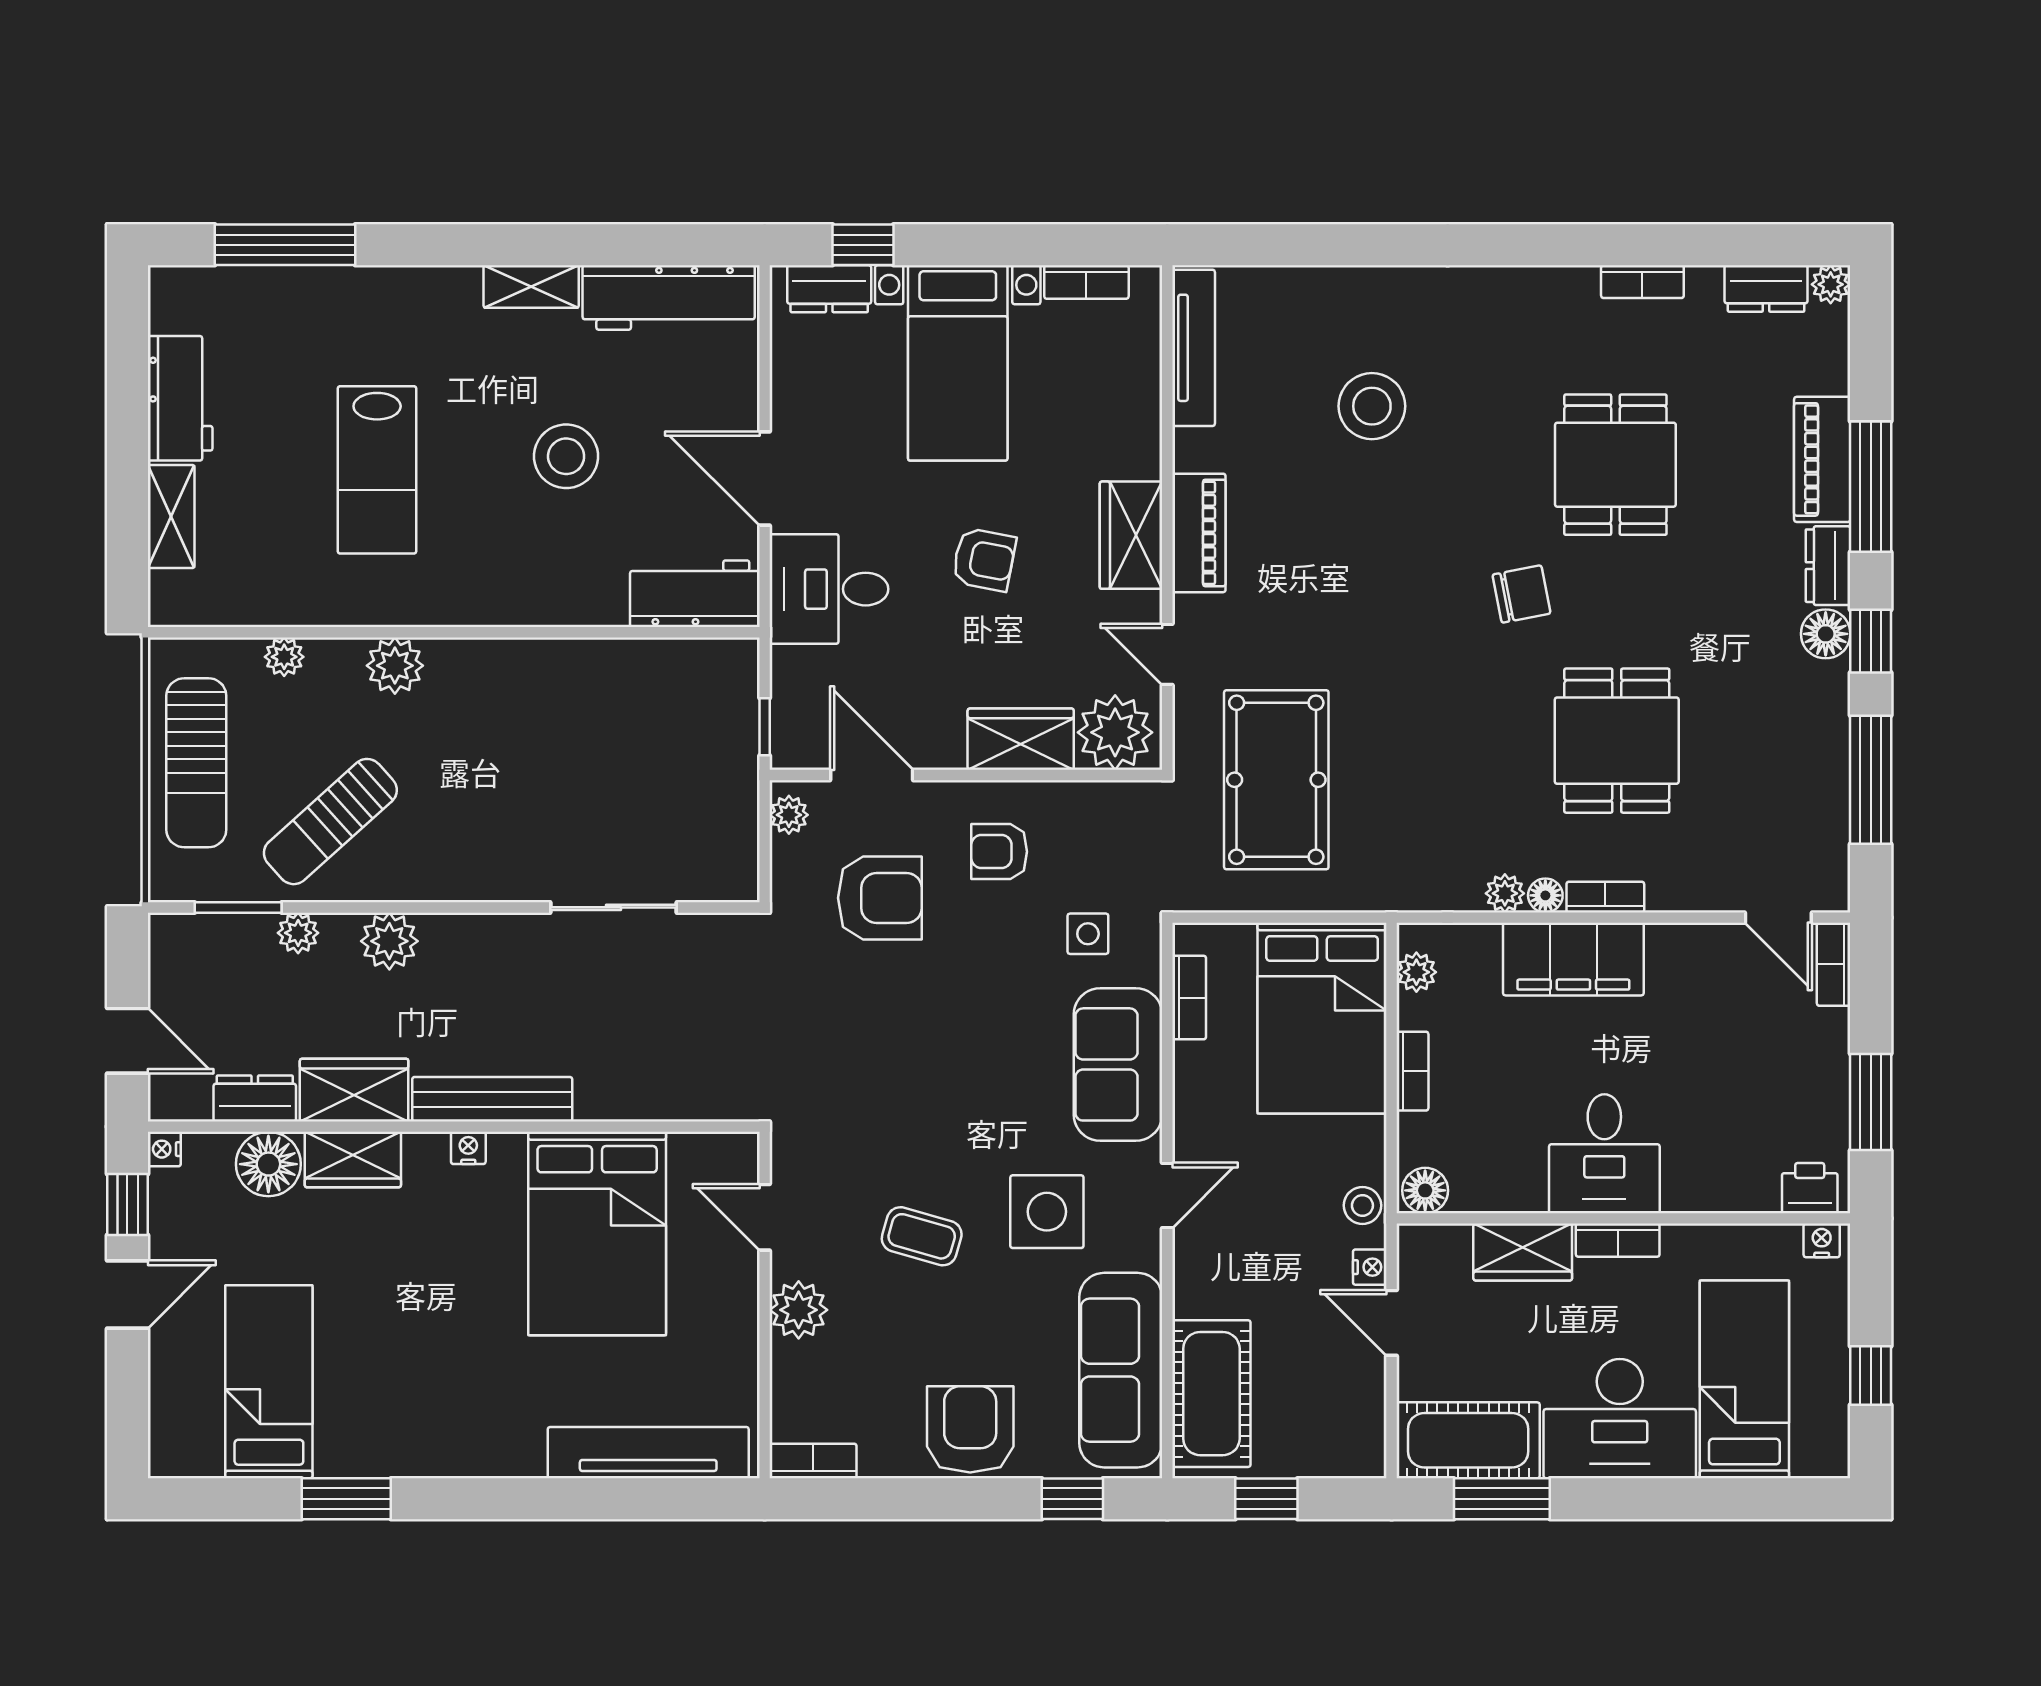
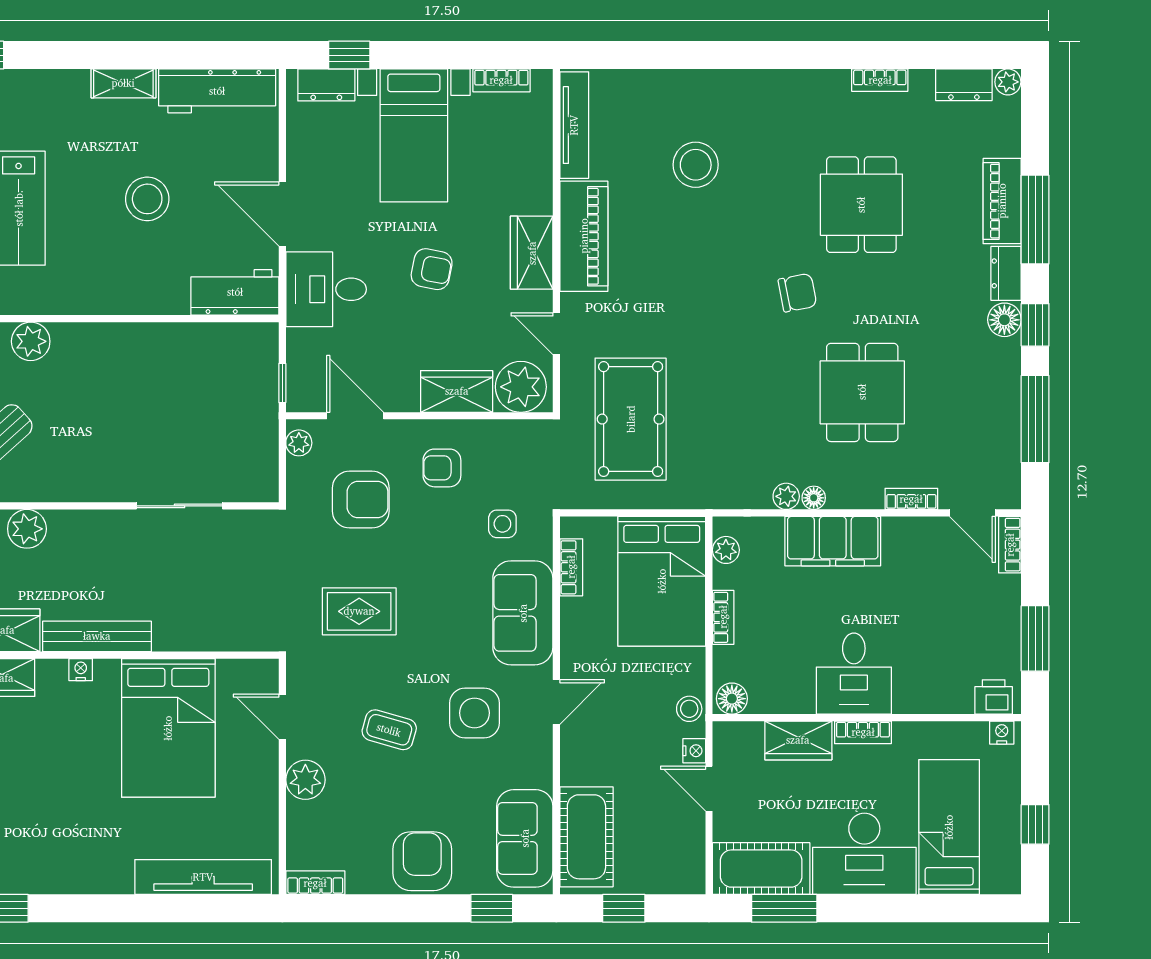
piano: (1199, 533) -> (584, 236), width x1.37, depth x1.33
bookcase: (1605, 897) -> (911, 499), moved
rug: (877, 1062) -> (359, 611), added
sofa: (1121, 1370) -> (525, 838), width x0.73

